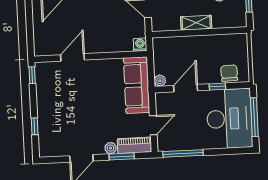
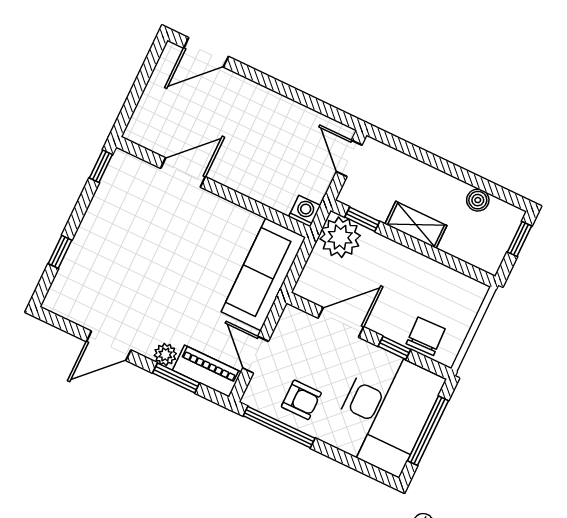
window: (169, 34) -> (362, 219), added
plant: (160, 81) -> (340, 237), moved, width x1.88, depth x1.88
door: (153, 125) -> (256, 355), swing flipped
armchair: (187, 135) -> (301, 400), added

